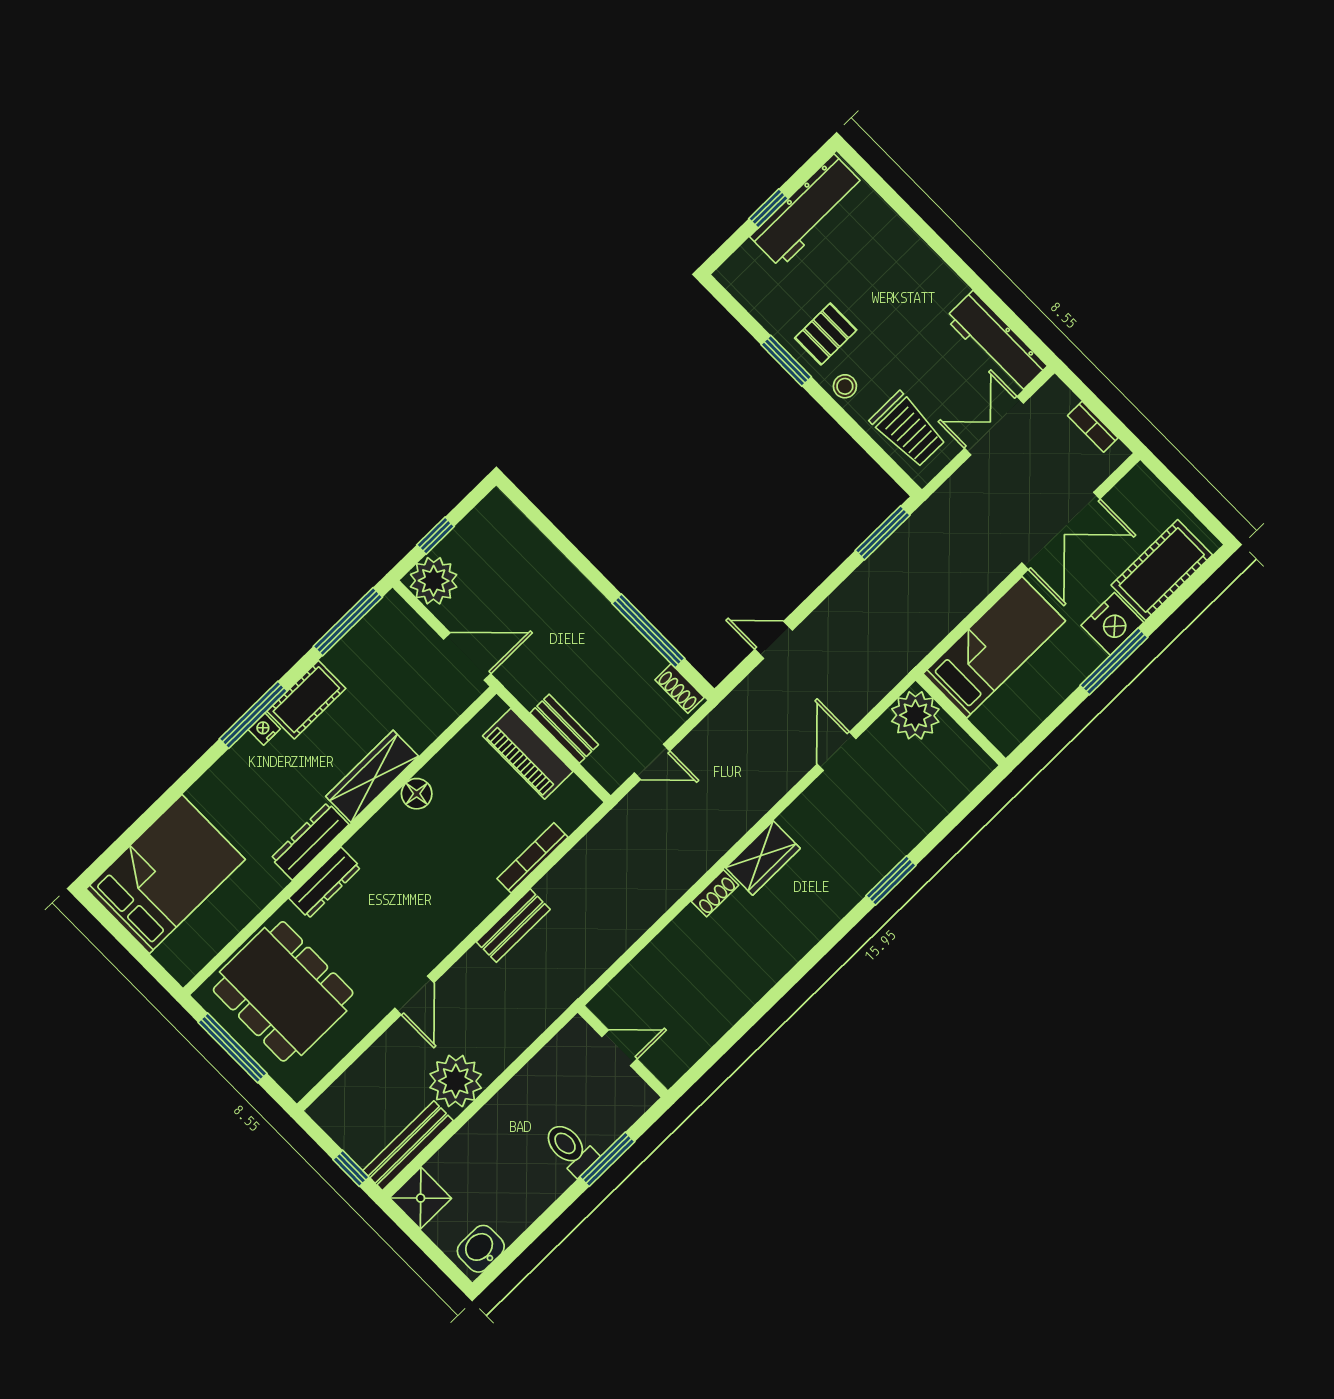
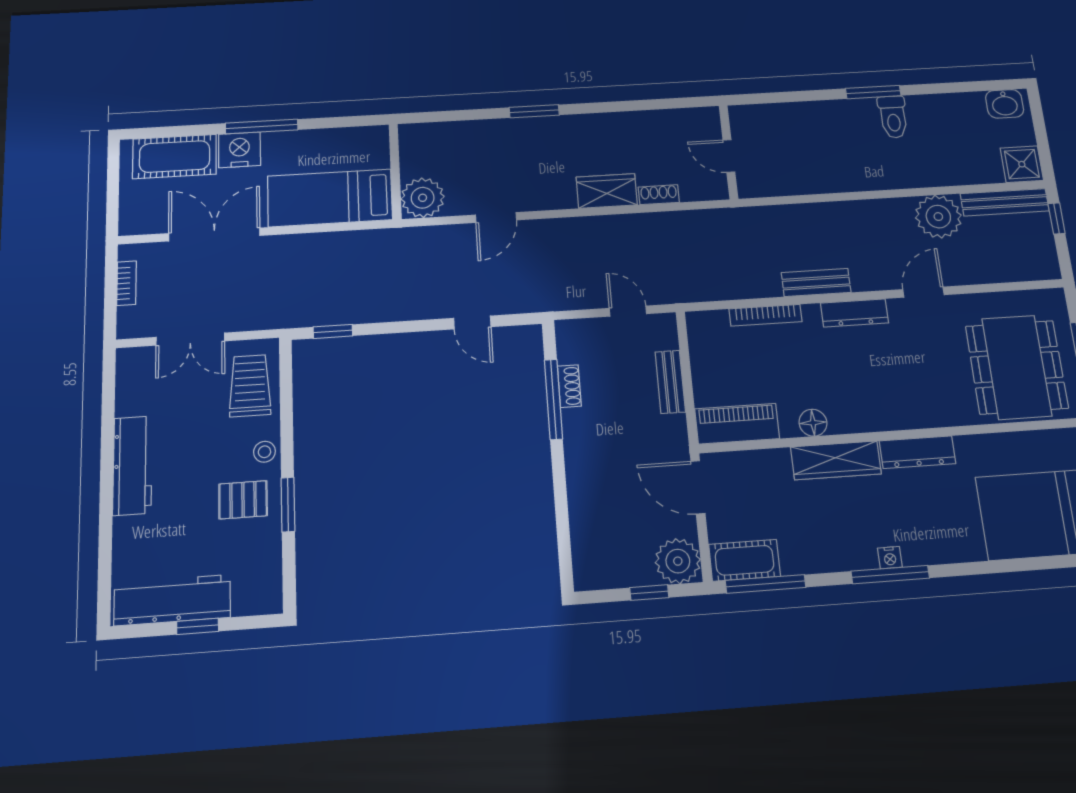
workbench: (996, 342) -> (132, 465), moved
window: (883, 533) -> (333, 331), width x0.67
shoe rack: (680, 689) -> (569, 386), moved
cot: (306, 700) -> (745, 560), moved
piano: (528, 754) -> (737, 424), moved, turned -90
dresser: (325, 883) -> (855, 313), moved, turned 180
door: (619, 1048) -> (729, 156), moved
wall: (623, 1051) -> (729, 152), moved

